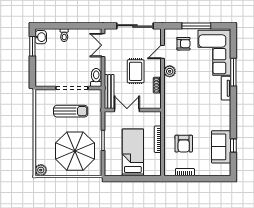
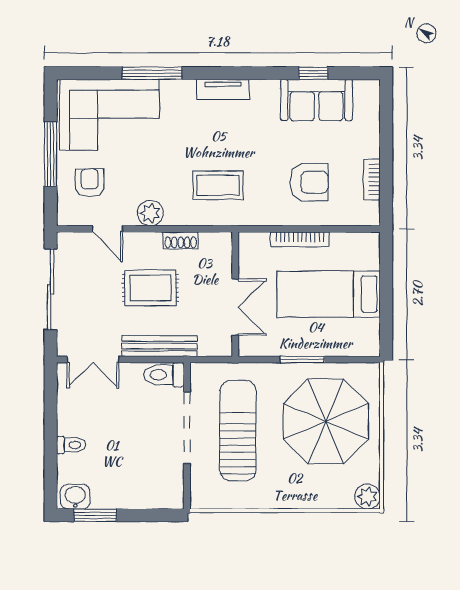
tv unit: (226, 88) -> (223, 89), moved
bench: (109, 92) -> (160, 346), moved
coffee table: (182, 102) -> (218, 185), added
double door: (127, 110) -> (235, 307), swing flipped
sun lounger: (71, 111) -> (238, 431), width x1.36, depth x1.34

